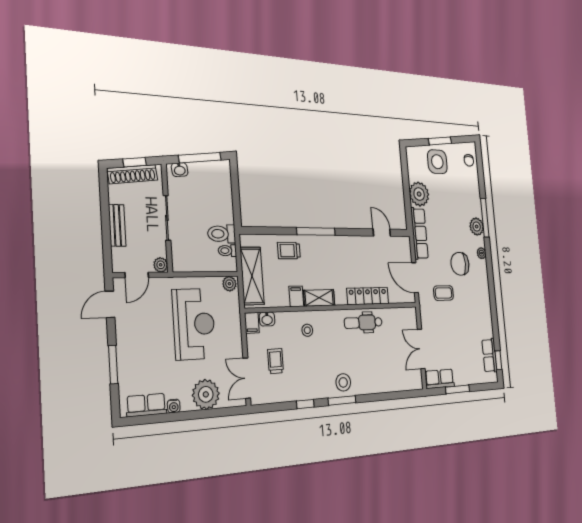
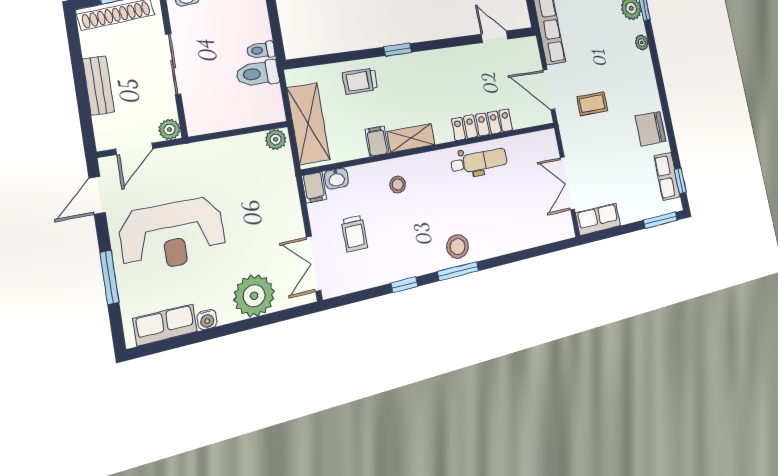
window: (316, 232) -> (398, 50), width x0.46
toilet: (227, 251) -> (261, 50), moved
chair: (460, 264) -> (651, 129), moved
dental chair: (363, 323) -> (479, 161), turned 180
reception desk: (194, 324) -> (173, 234), moved, turned 90
trolley: (276, 361) -> (354, 234), turned 180
window: (457, 389) -> (660, 220), moved

